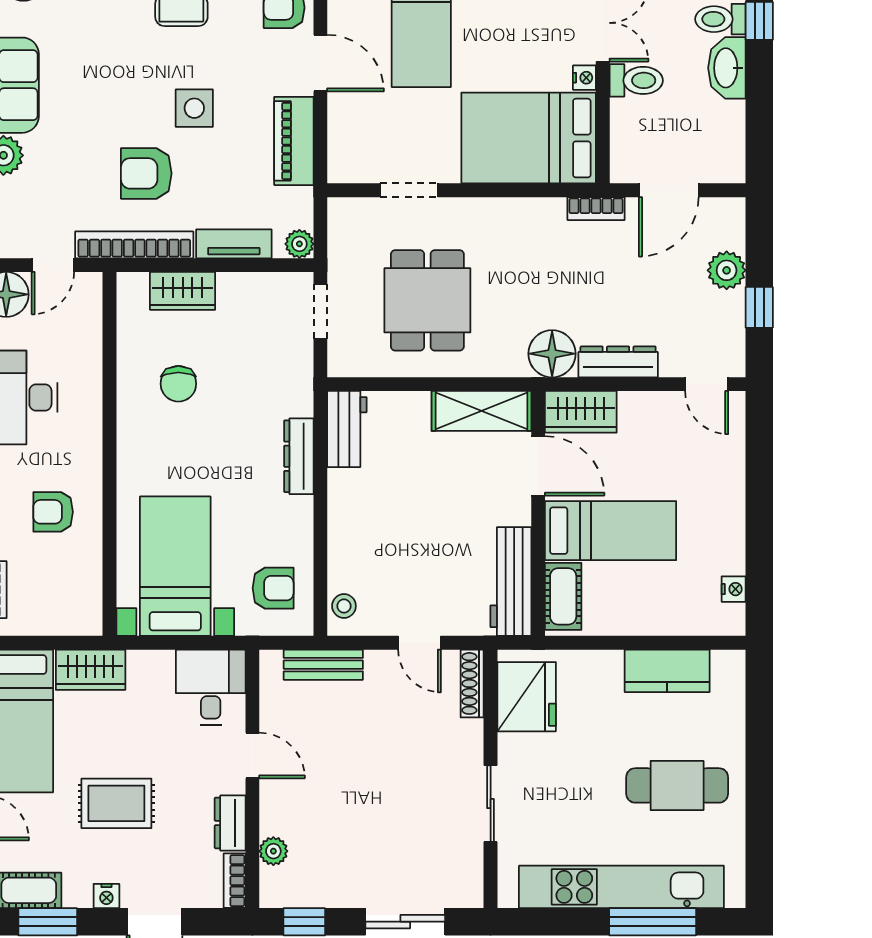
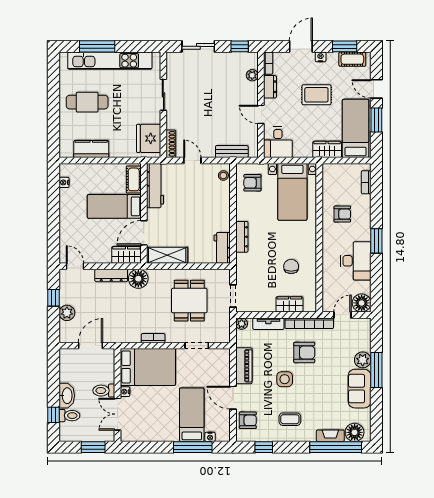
bookcase: (596, 209) -> (153, 338), moved
door: (538, 466) -> (144, 233), hinge flipped

